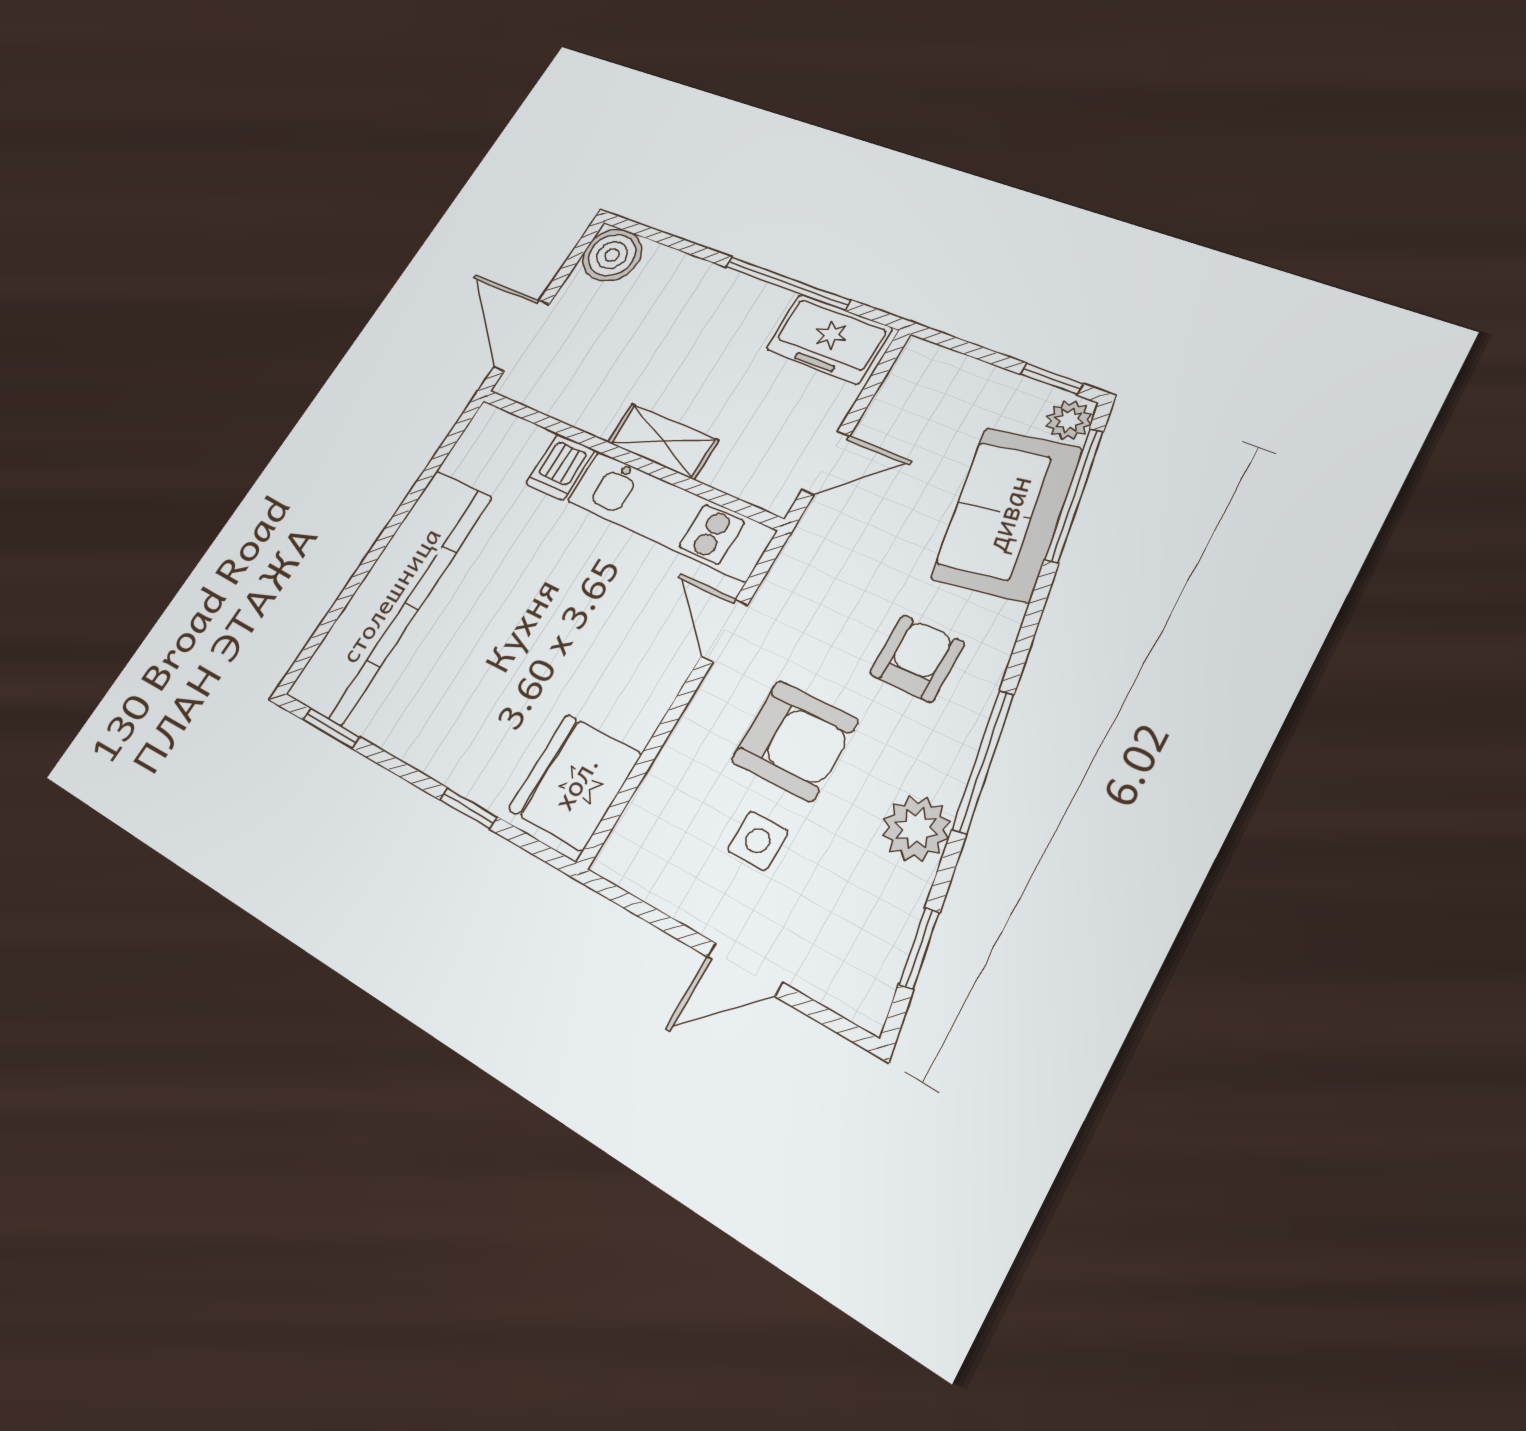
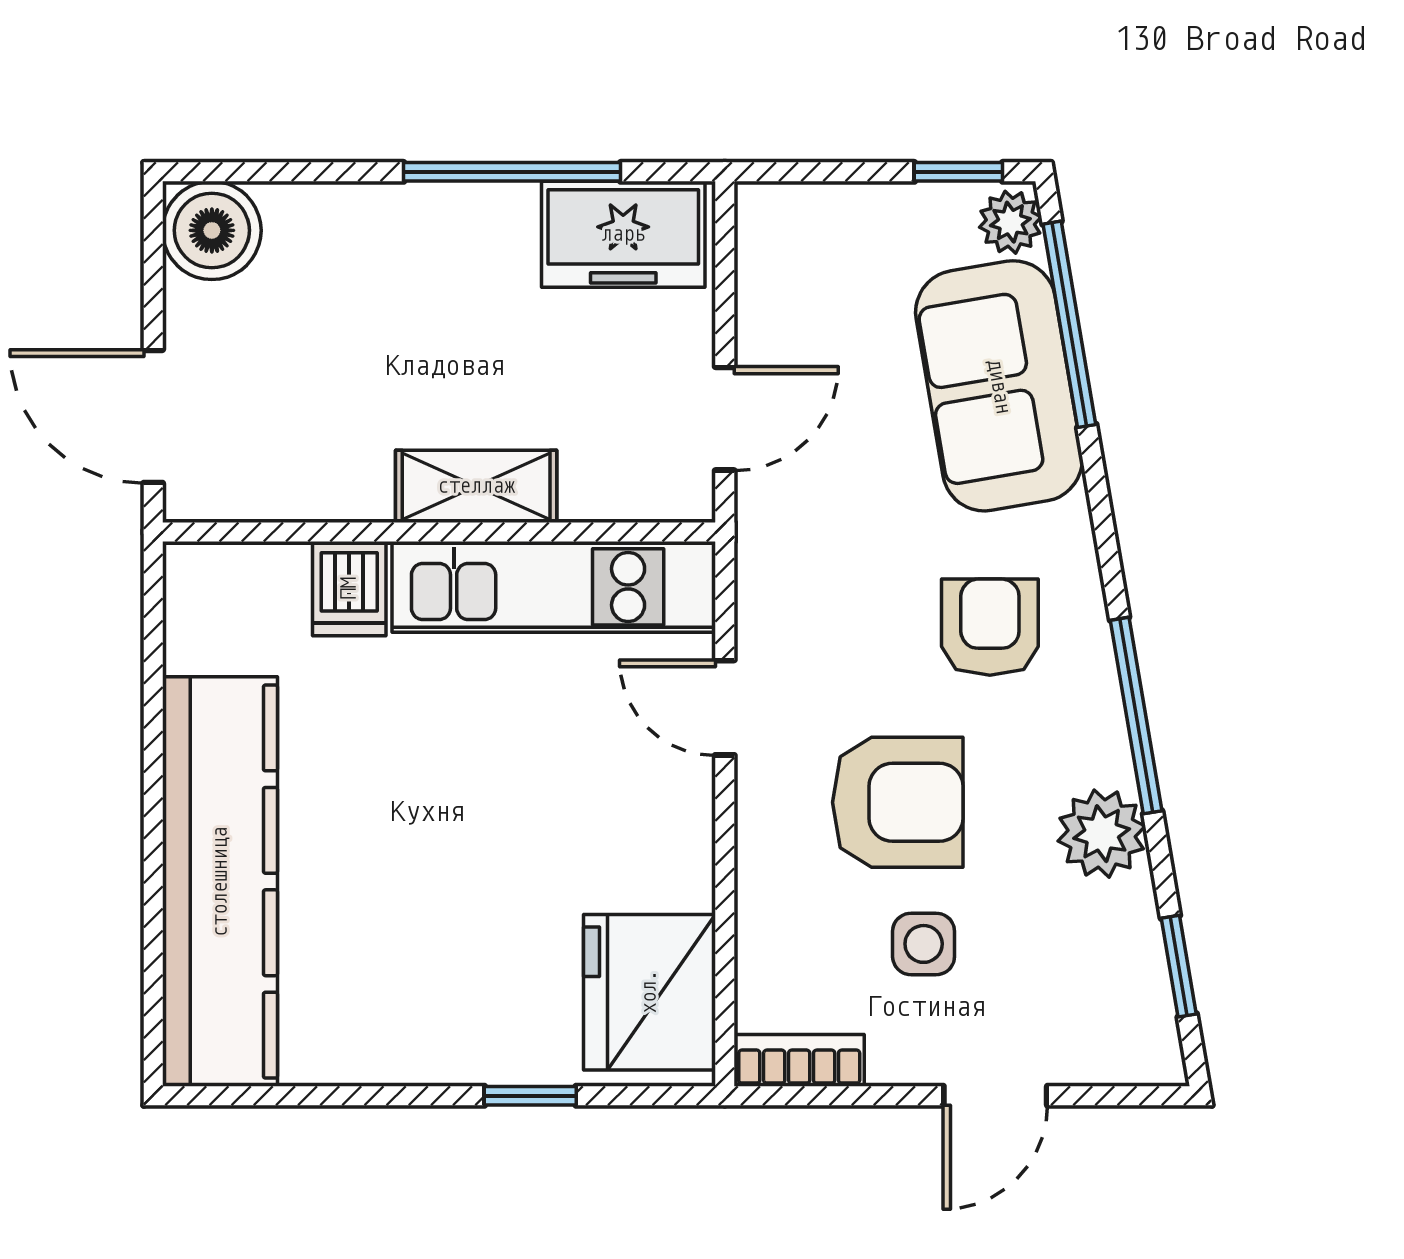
window: (331, 728) -> (264, 1096), removed
bookcase: (636, 875) -> (799, 1060), added

